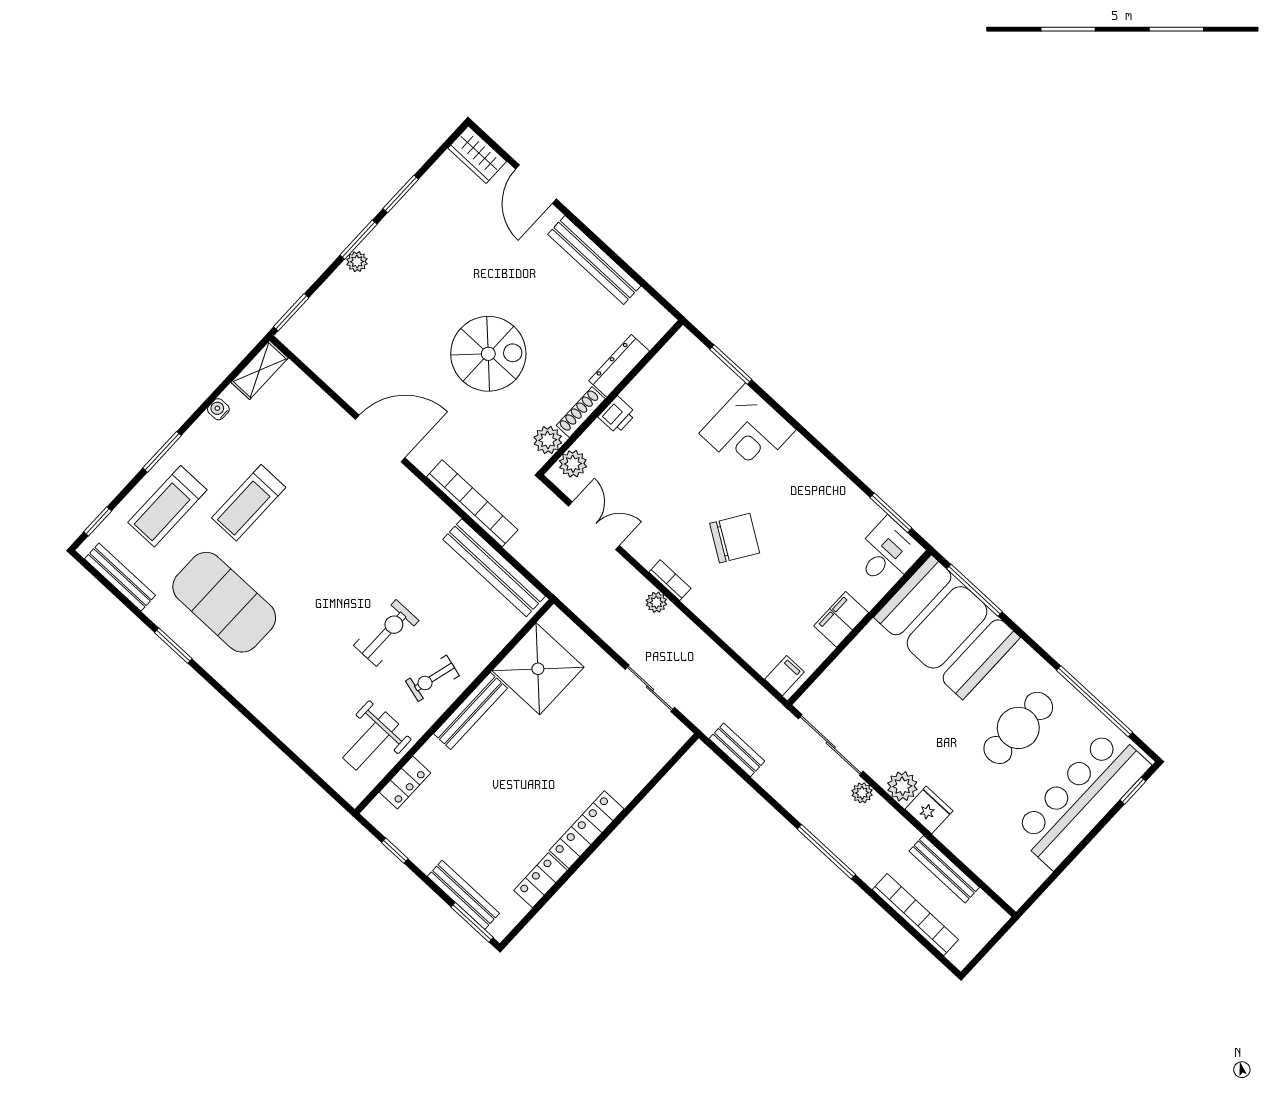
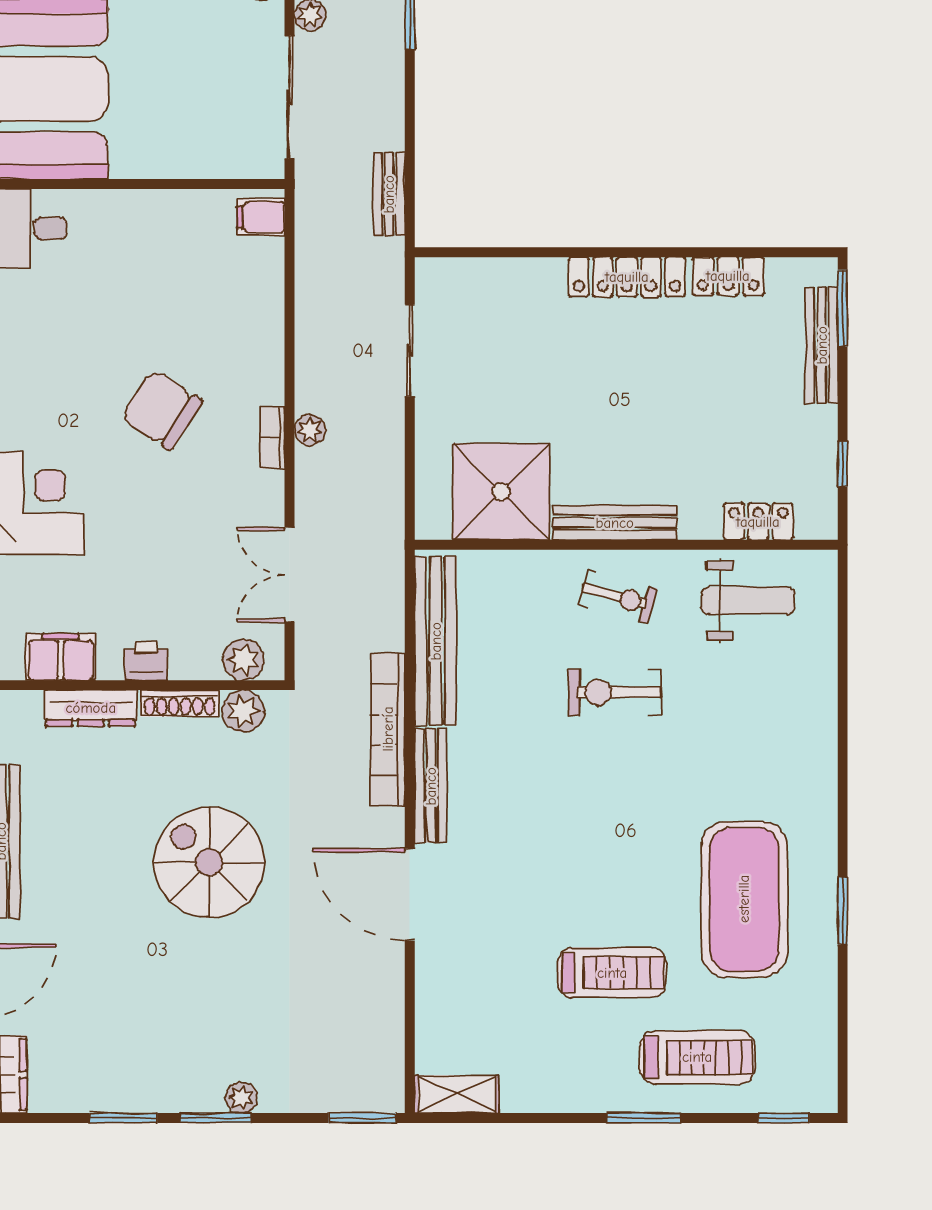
water cooler: (218, 409) -> (541, 1100), removed
bench: (120, 577) -> (431, 786), moved
filing cabinet: (841, 619) -> (61, 657), moved, turned 180

